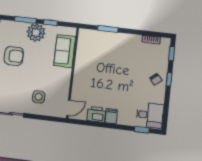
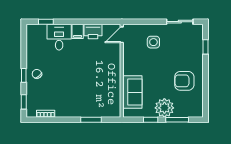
desk: (150, 115) -> (59, 37), moved, turned 90

